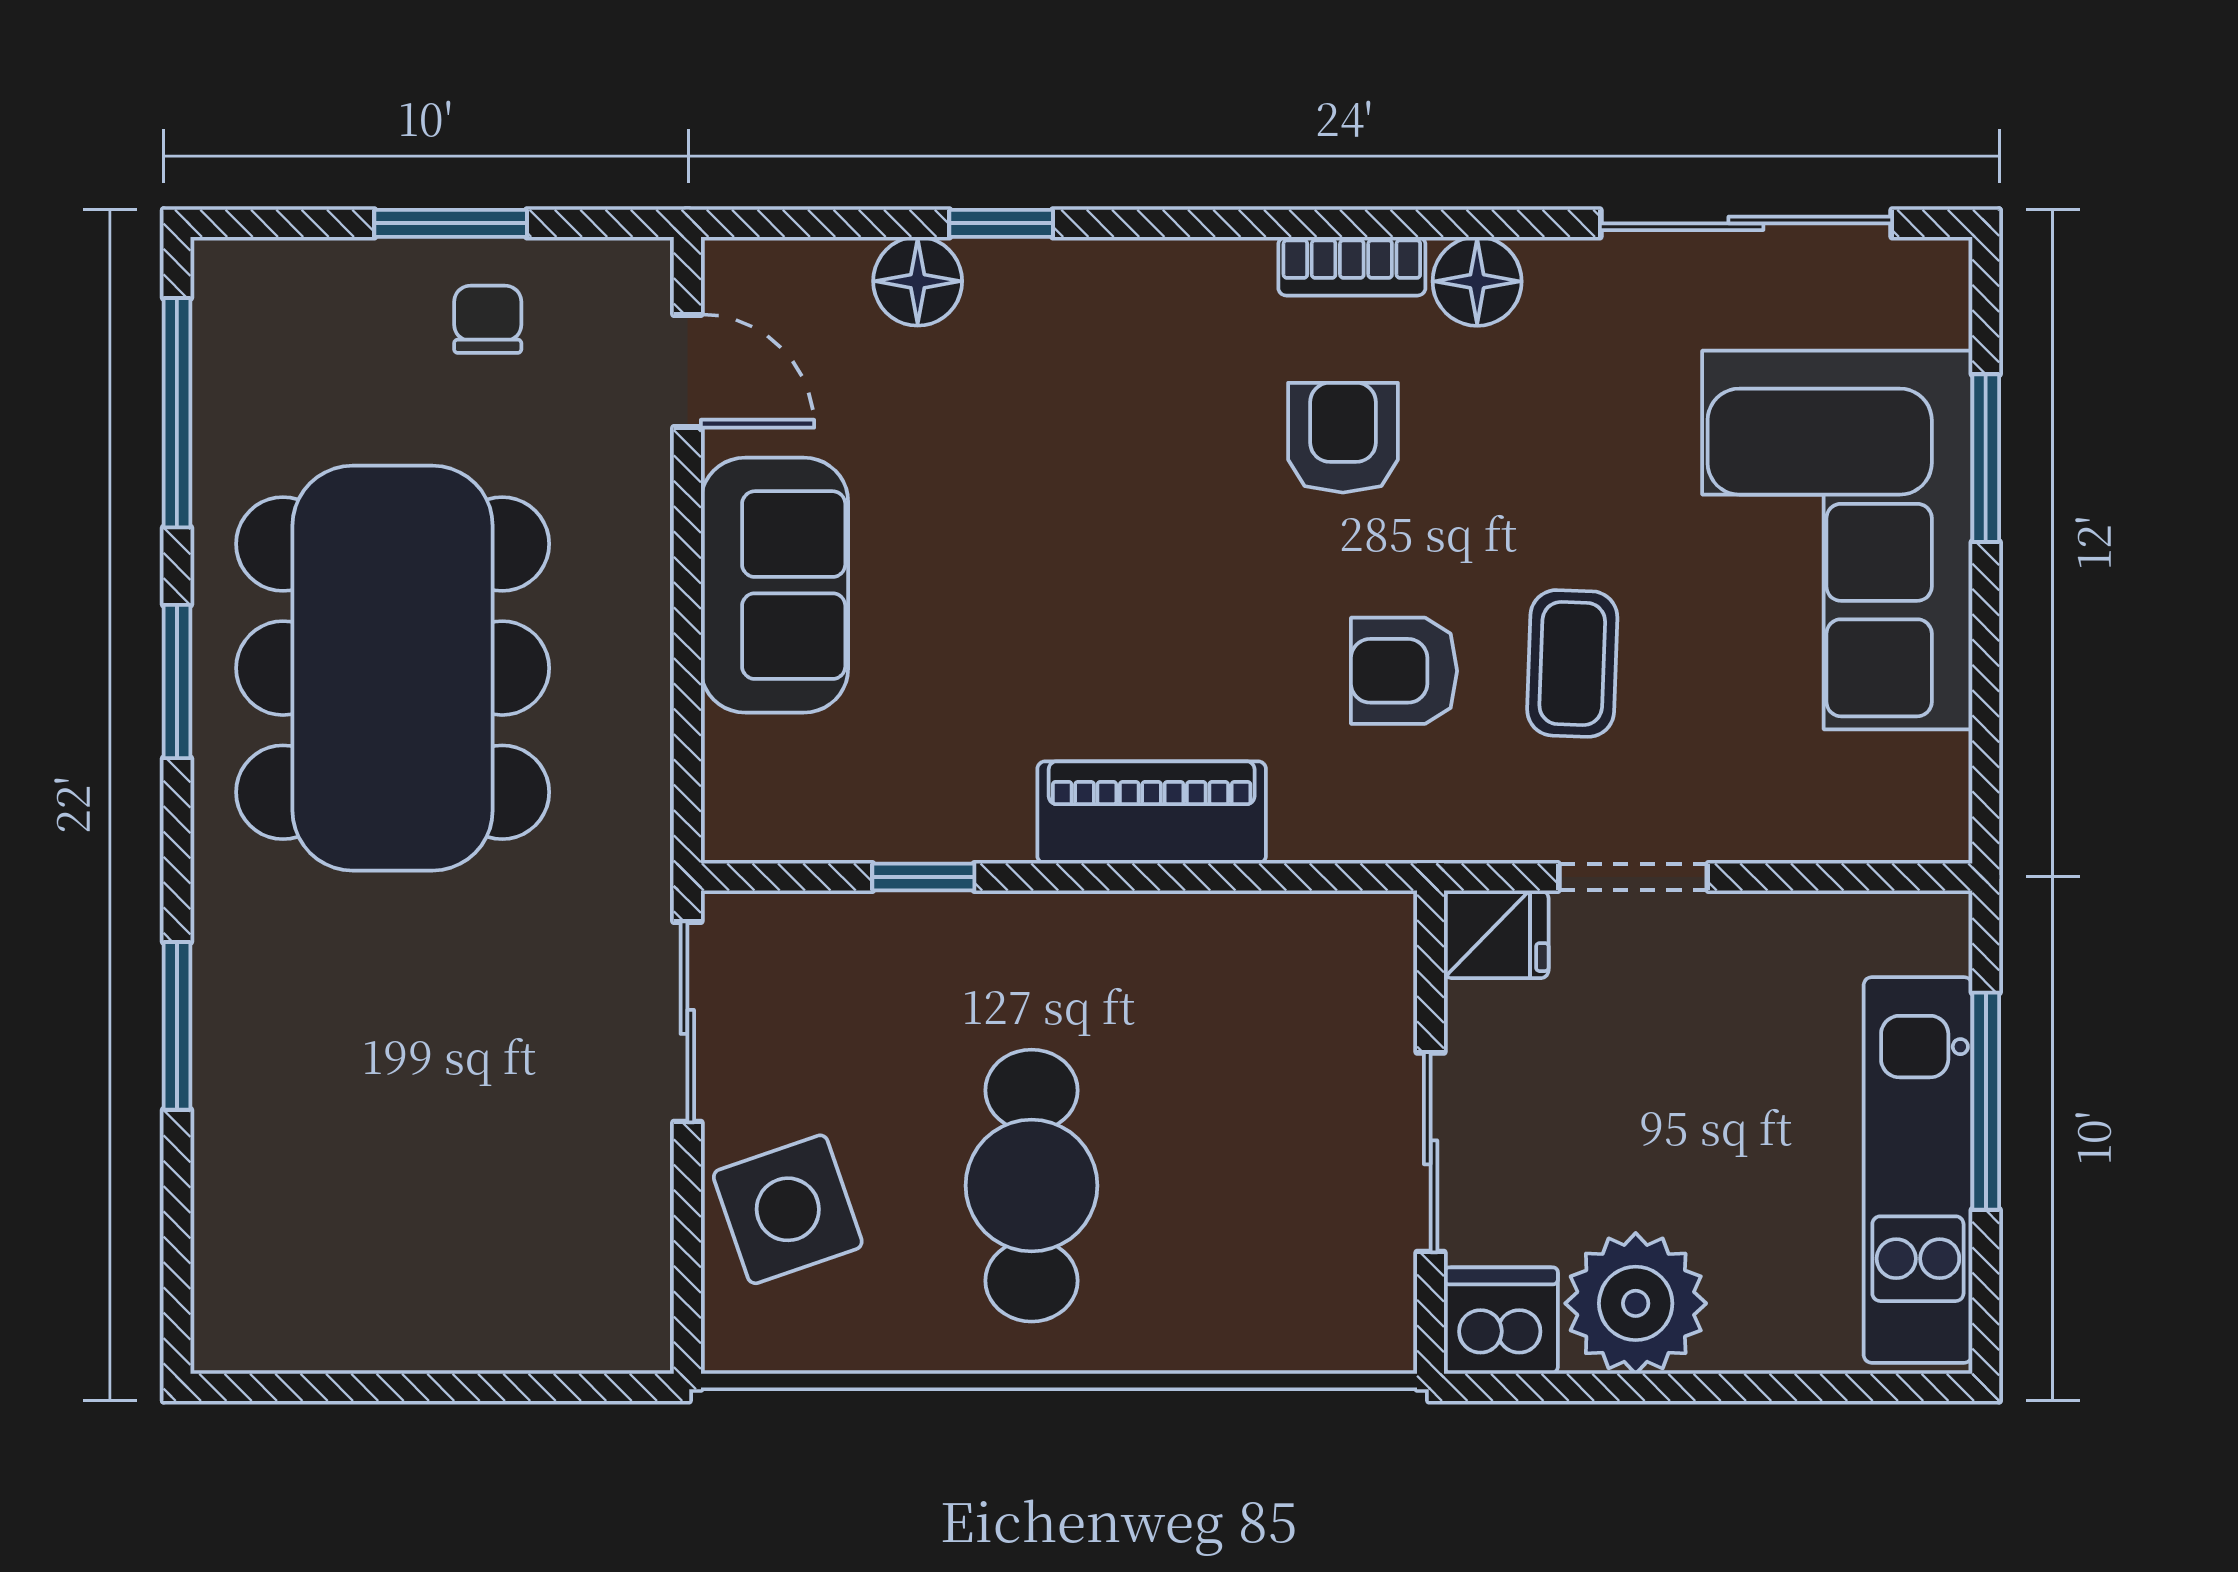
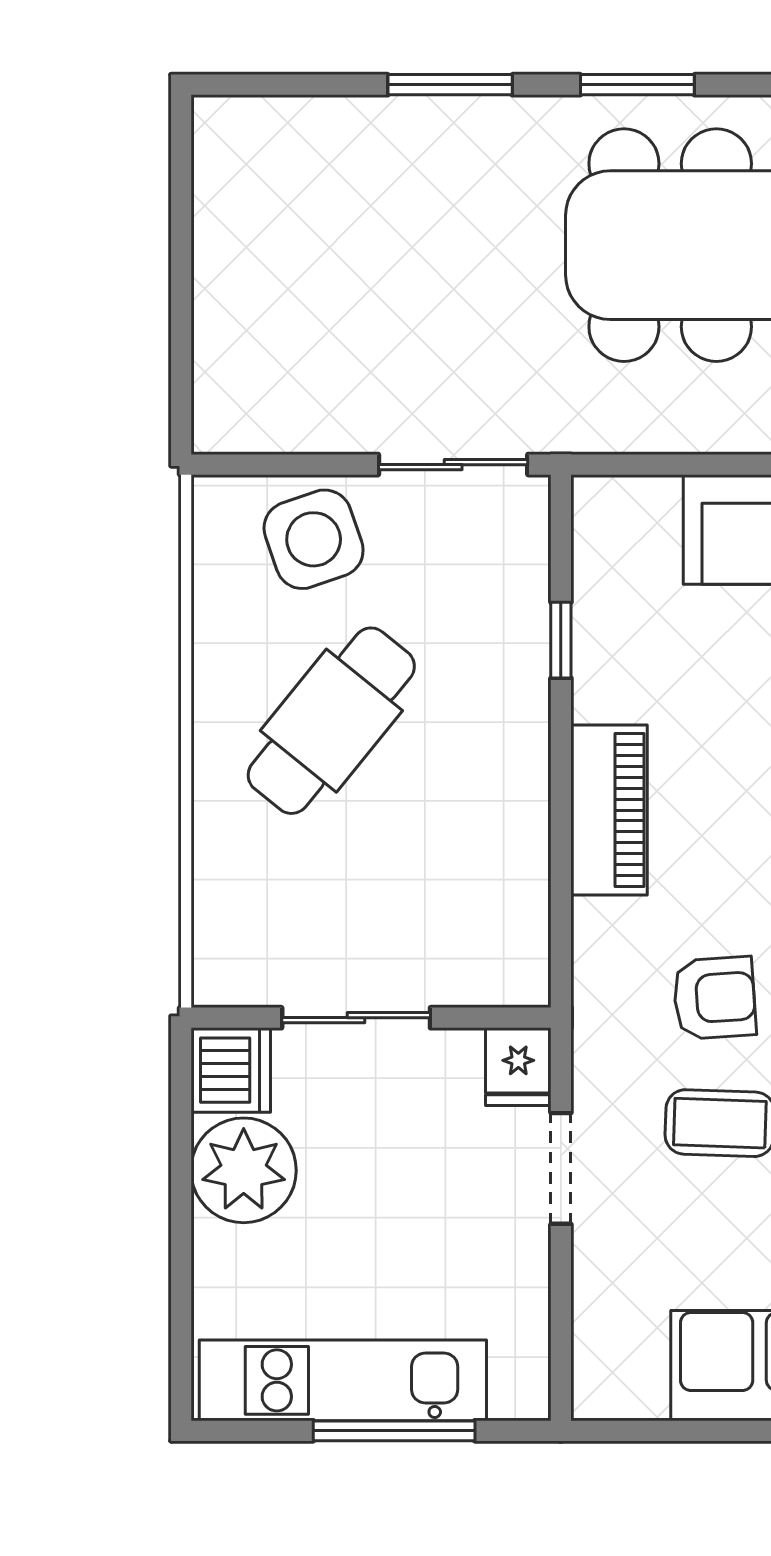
armchair: (1404, 671) -> (714, 998), turned 86
window: (177, 682) -> (637, 85), moved
cafe table: (1032, 1186) -> (331, 721), turned -51

